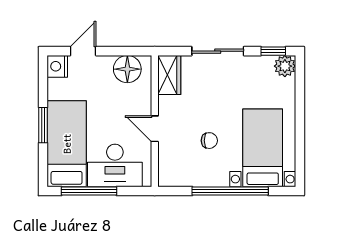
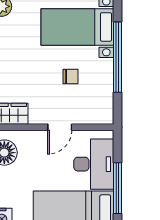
chair: (209, 141) -> (71, 77), turned 90

